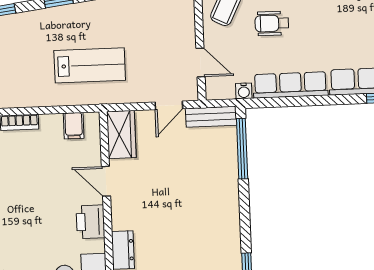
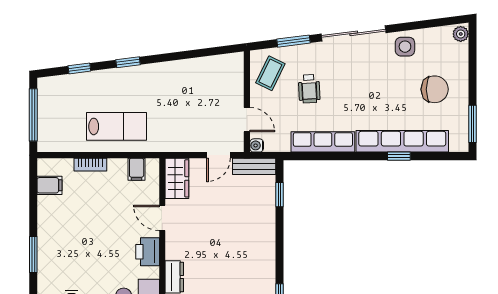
wheelchair: (272, 23) -> (309, 89), turned -93
lab bench: (90, 65) -> (116, 126), moved
water cooler: (244, 91) -> (257, 145), moved, turned 90
window: (242, 149) -> (279, 195), width x0.46

